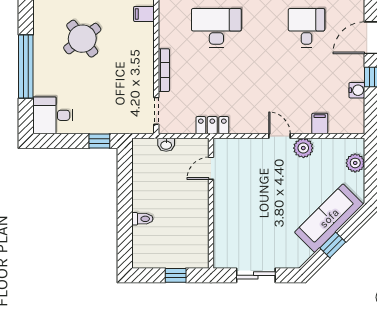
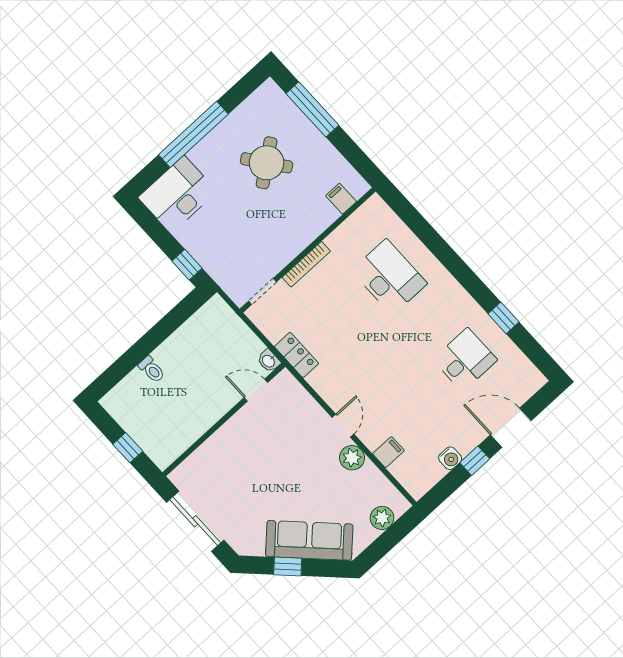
desk: (53, 115) -> (178, 194), width x1.37
washbasin: (166, 145) -> (269, 361), moved
sliding door: (256, 275) -> (195, 521), width x1.37

